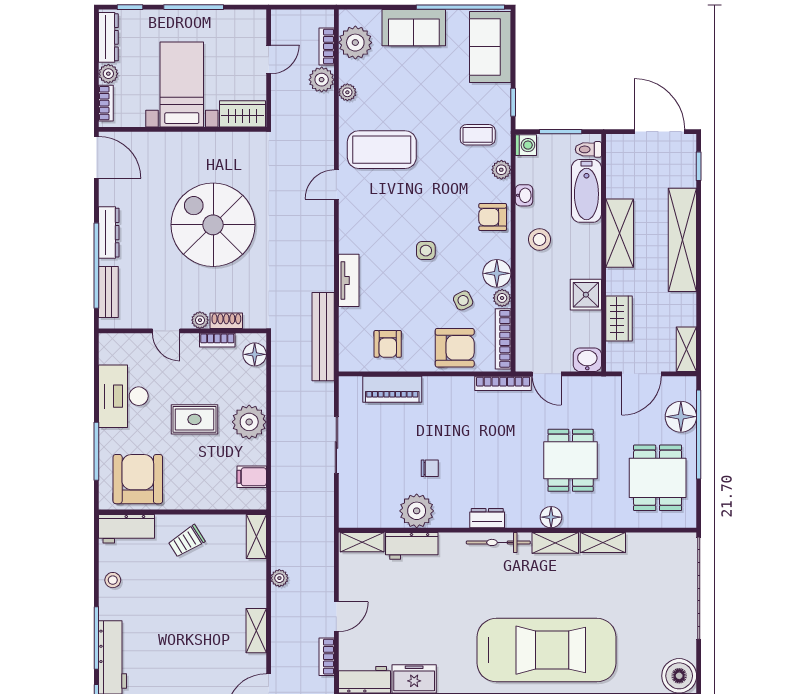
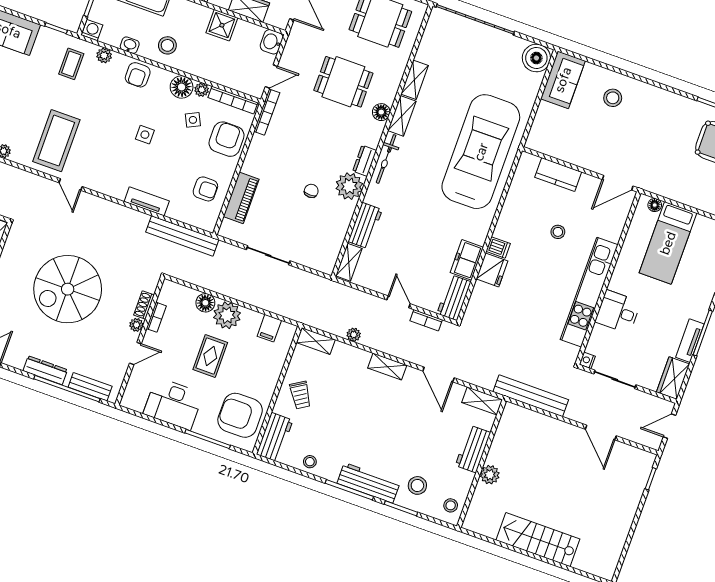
floor lamp: (255, 354) -> (205, 303), moved
plant: (417, 511) -> (349, 186), moved

